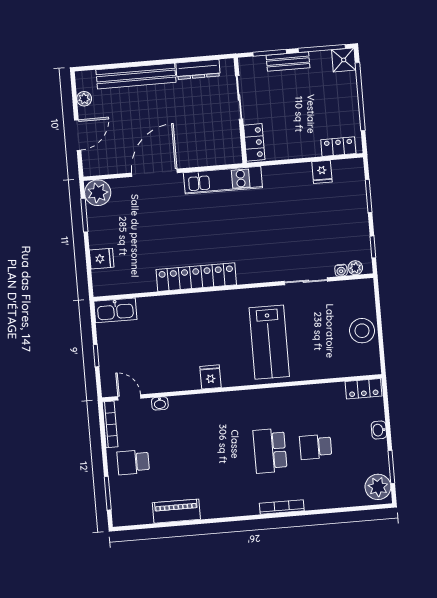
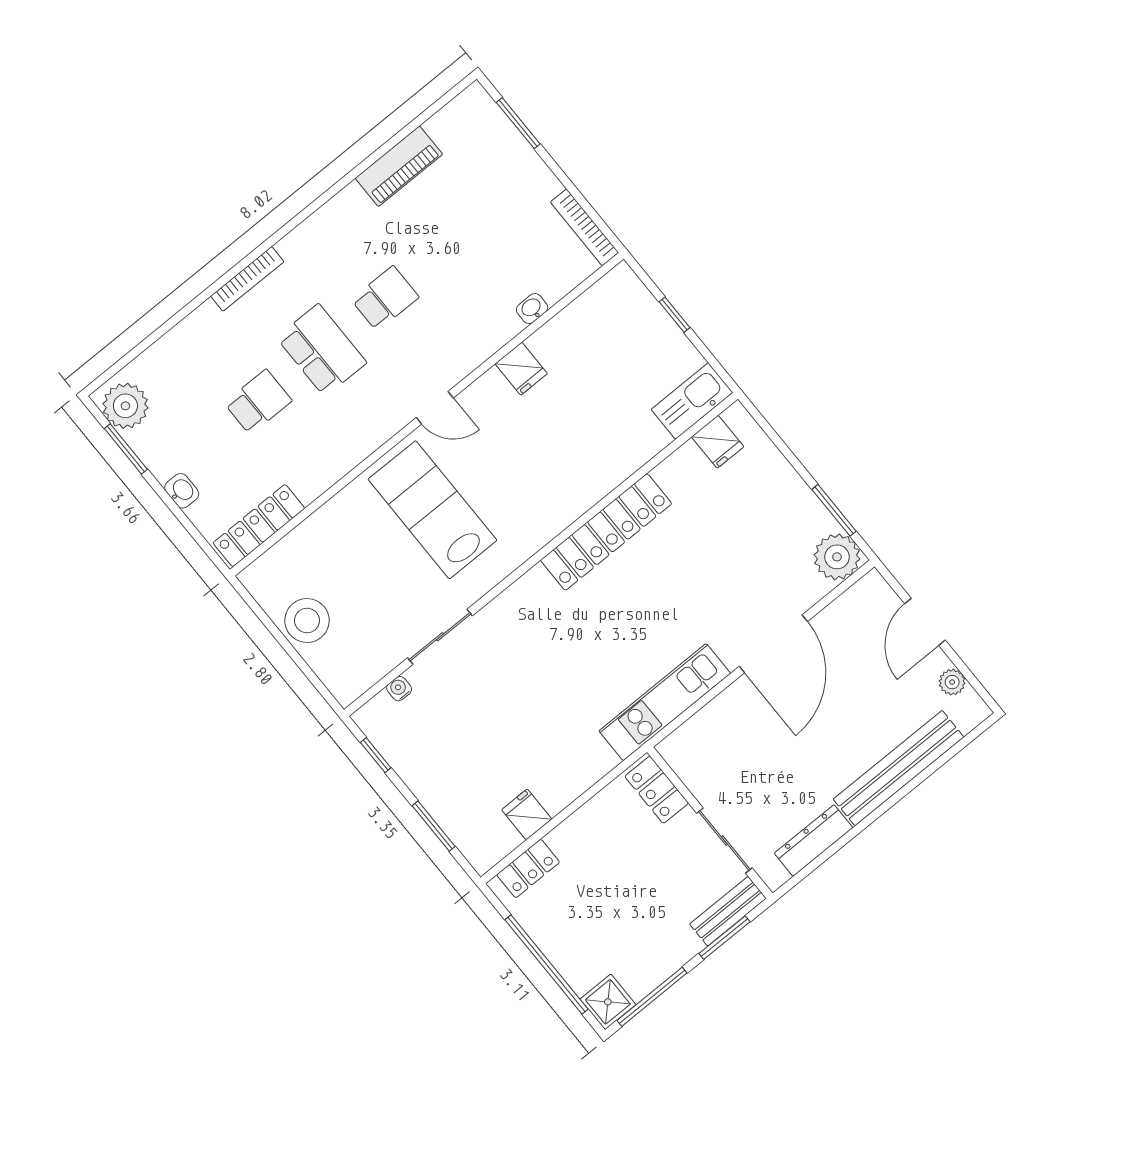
bench: (288, 62) -> (728, 911), moved
fridge: (102, 259) -> (718, 442), moved, turned -90
plant: (355, 268) -> (380, 707), removed
fridge: (210, 377) -> (521, 369), moved
locker: (363, 389) -> (259, 526), width x1.53
door: (129, 397) -> (435, 408), moved
school desk: (133, 462) -> (385, 298), moved

